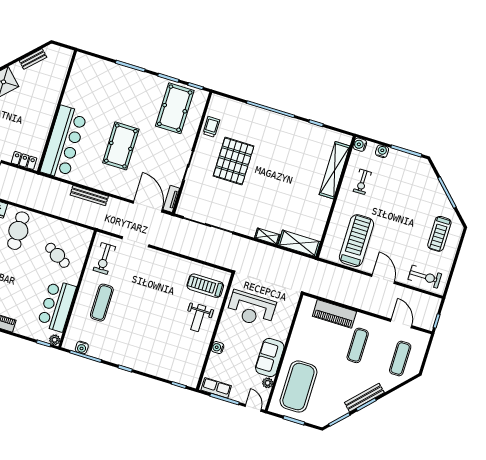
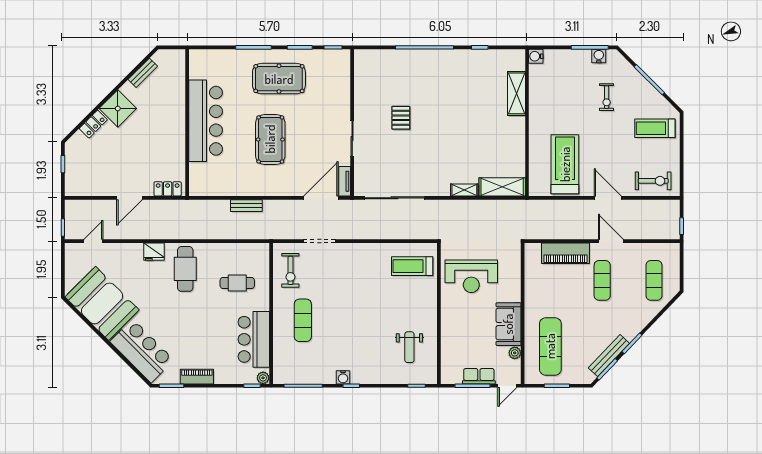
pool table: (175, 108) -> (279, 79), moved, turned 90
trolley: (211, 127) -> (365, 87), removed
bar counter: (64, 142) -> (206, 121), moved
water cooler: (382, 151) -> (599, 56), moved
pallet: (234, 161) -> (401, 118), width x0.49, depth x0.50
shelving: (335, 170) -> (516, 93), width x0.68
exercise bike: (362, 182) -> (607, 97), moved
bench: (89, 196) -> (246, 206), width x0.73
door: (148, 207) -> (321, 198), hinge flipped
treadmill: (439, 234) -> (655, 128), turned 90
cafe table: (57, 255) -> (237, 283), turned -30
weight bench: (198, 318) -> (409, 347), moved
door: (401, 323) -> (611, 241), moved
water cooler: (218, 347) -> (447, 331), removed
water cooler: (82, 348) -> (343, 377), moved
exercise mat: (298, 387) -> (550, 346), width x0.68
row of seats: (216, 388) -> (479, 376), moved
bench: (364, 398) -> (609, 356), moved
door: (253, 408) -> (507, 386), swing flipped

